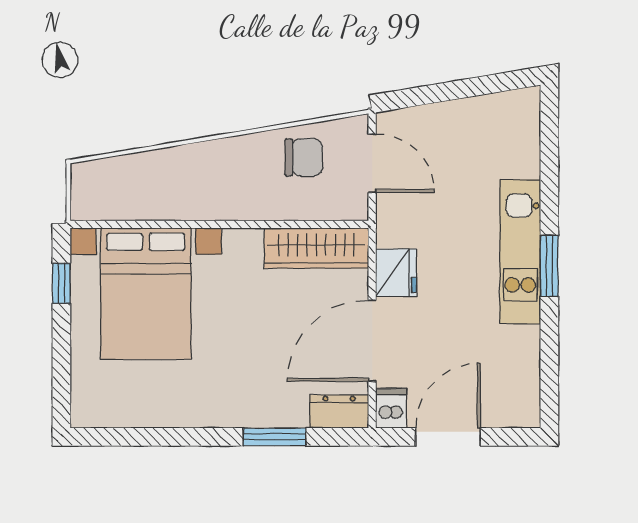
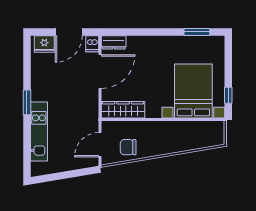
door: (372, 163) -> (100, 145), hinge flipped
kitchen unit: (520, 252) -> (39, 132), moved
fridge: (396, 273) -> (44, 44), moved, turned -90
window: (275, 437) -> (197, 32), moved

